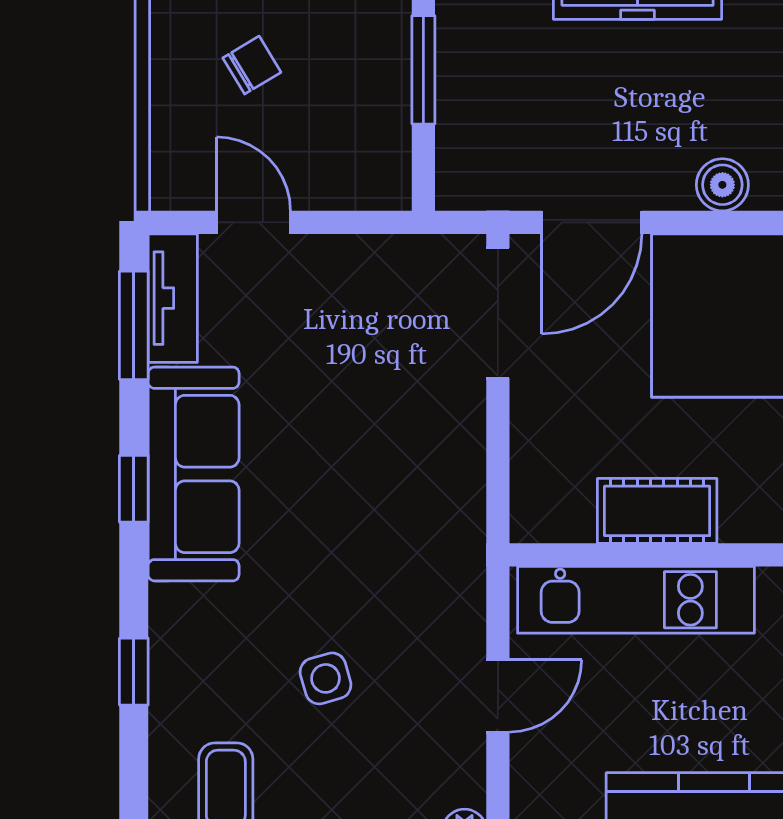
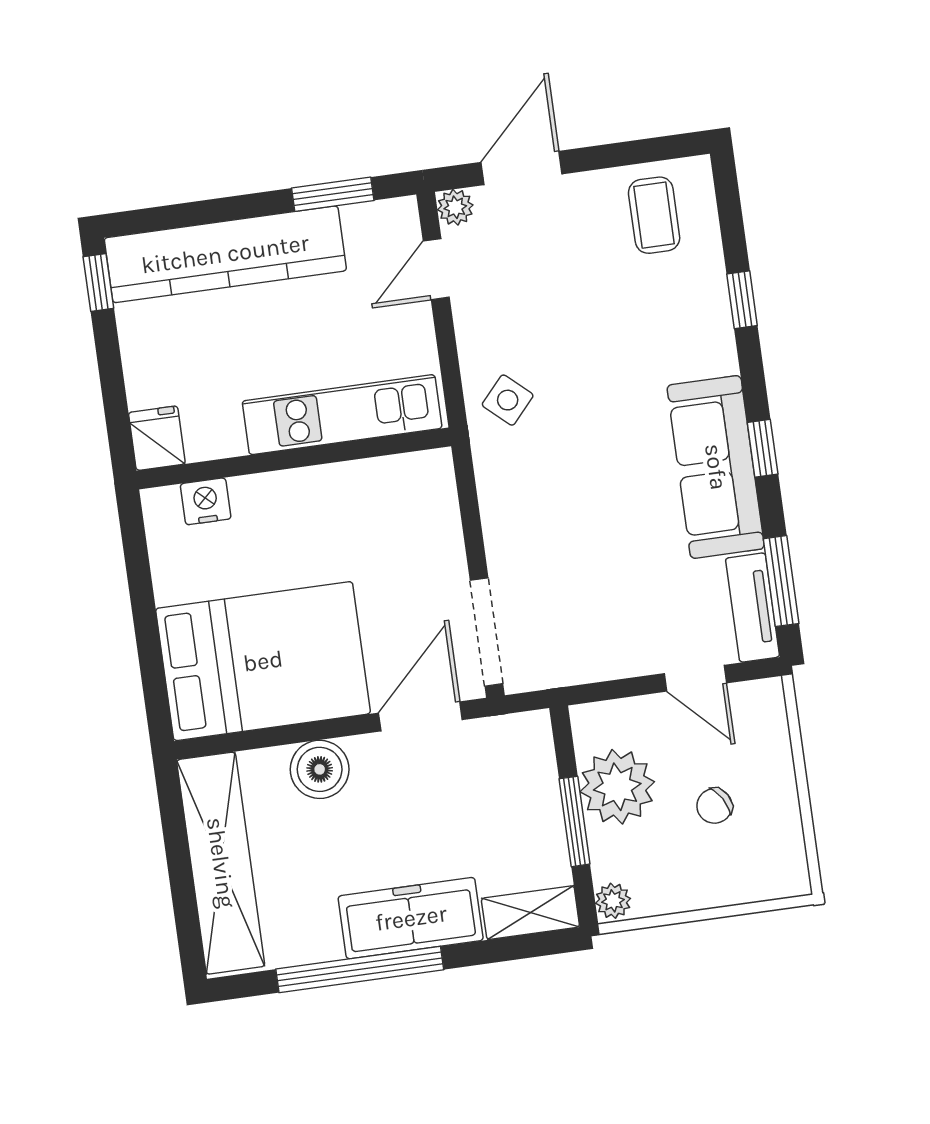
plant: (366, 104) -> (617, 787), added
boiler: (722, 185) -> (320, 769), width x1.36, depth x1.36
cot: (657, 511) -> (335, 489), removed
side table: (326, 678) -> (508, 400), moved, turned -32
door: (498, 696) -> (436, 269), moved

